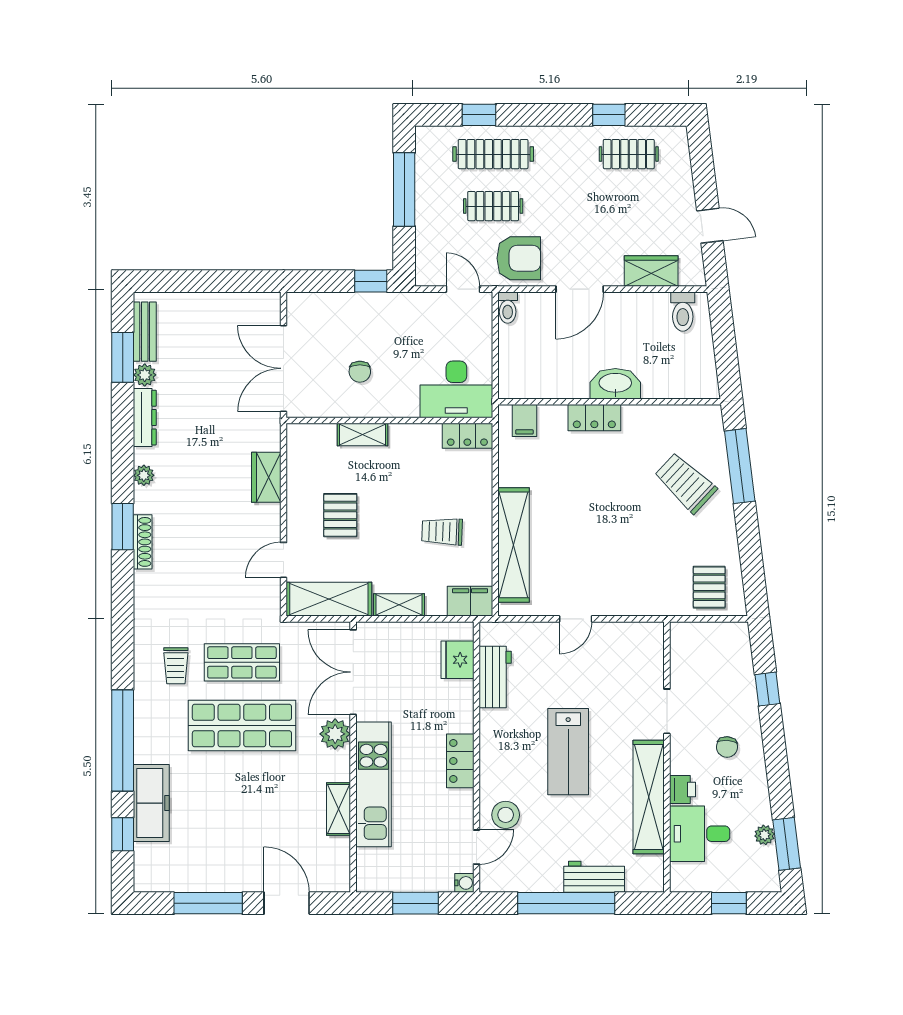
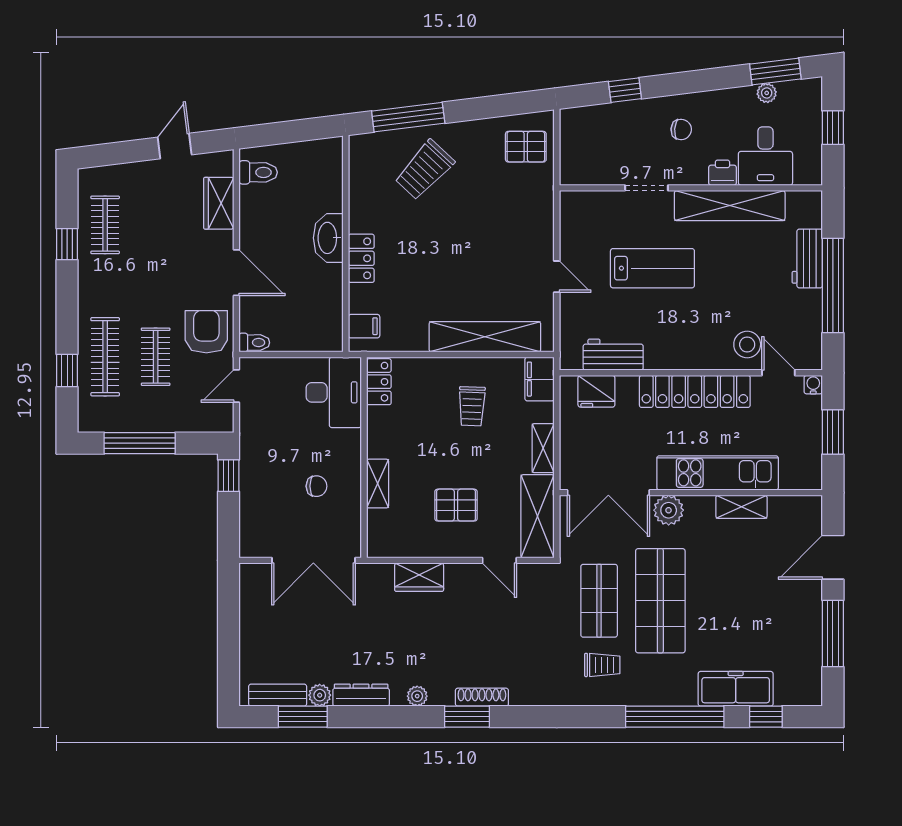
lab bench: (568, 752) -> (652, 268), moved
locker: (460, 761) -> (695, 391), width x2.16, depth x1.21

